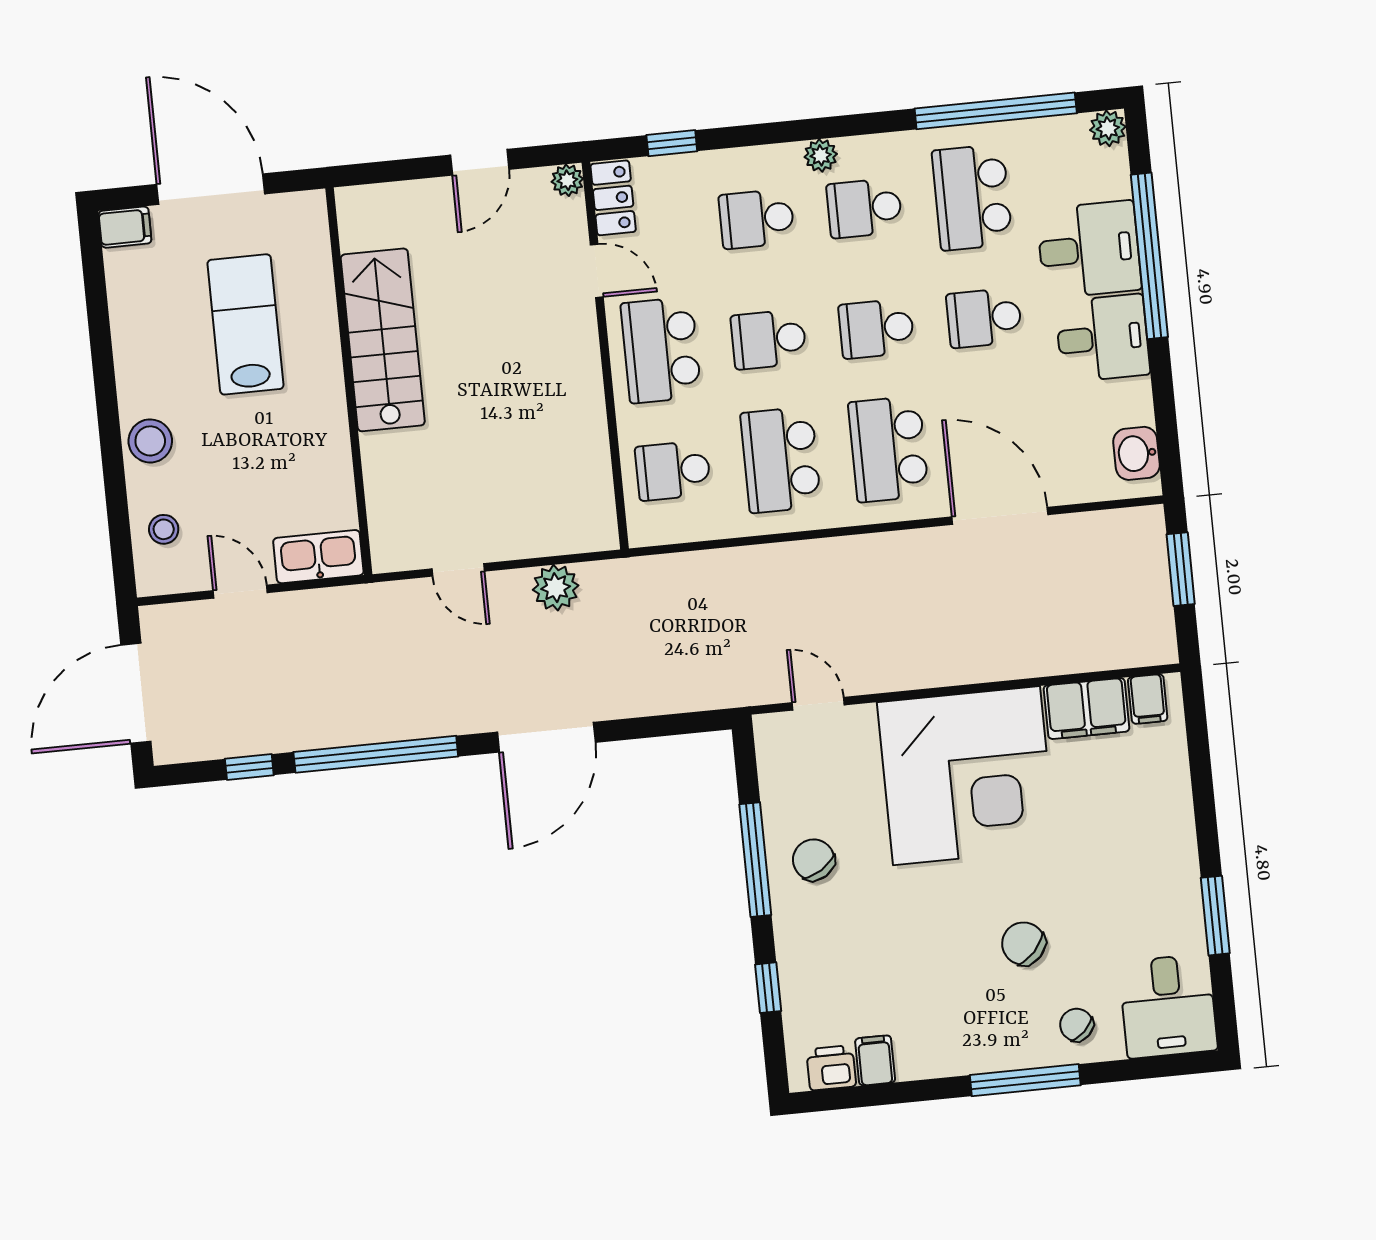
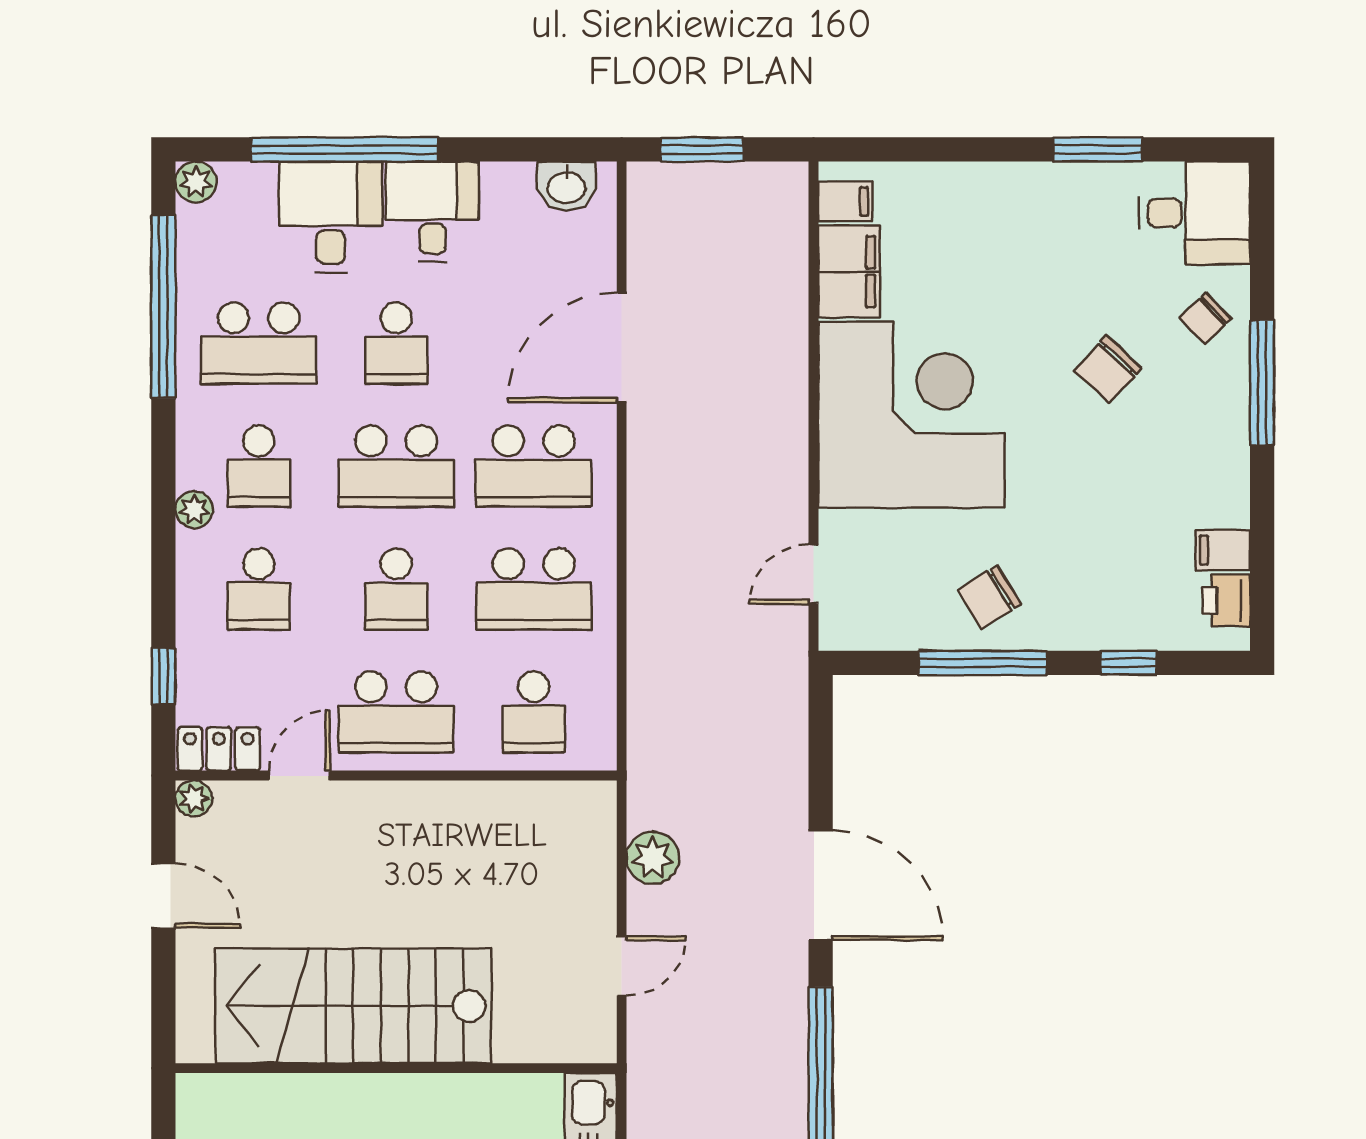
school desk: (876, 329) -> (396, 466), width x1.85
stairs: (383, 340) -> (353, 1006), width x1.36, depth x1.51

